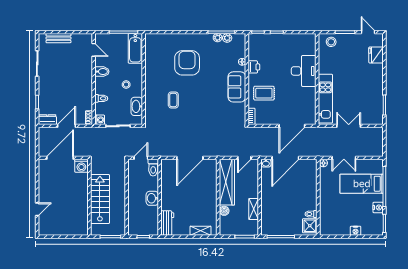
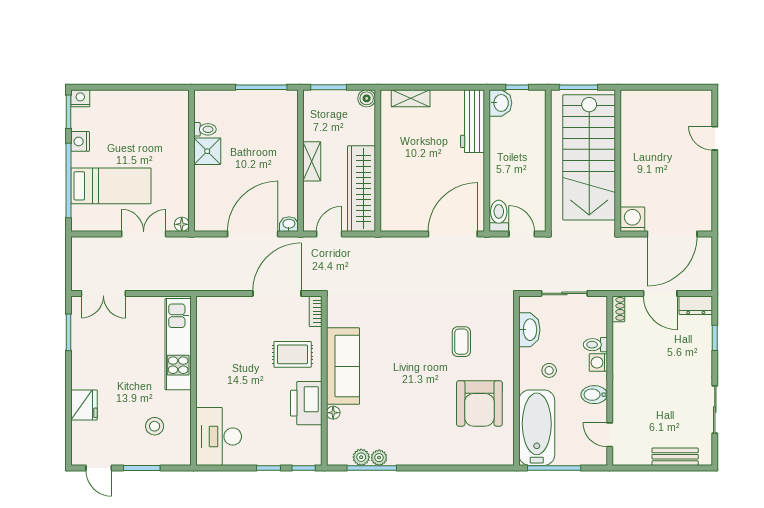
stool: (331, 42) -> (155, 426), moved
bathtub: (135, 48) -> (537, 428), width x1.36, depth x1.36
fridge: (376, 55) -> (84, 405), moved
armchair: (187, 63) -> (479, 403), moved
printer: (254, 67) -> (306, 403), width x1.87, depth x1.48
desk: (304, 71) -> (219, 436), moved
sofa: (237, 87) -> (343, 366), width x1.36
washing machine: (100, 120) -> (598, 363), moved
door: (66, 126) -> (660, 293), hinge flipped
door: (292, 126) -> (277, 293), moved
double door: (349, 126) -> (103, 293), moved
door: (141, 158) -> (522, 234), swing flipped
door: (190, 158) -> (453, 234), moved
washbasin: (152, 198) -> (500, 103), moved
stairs: (100, 199) -> (589, 157), width x1.36, depth x1.51
door: (37, 209) -> (715, 138), hinge flipped
shelving: (254, 209) -> (312, 161), moved
boiler: (224, 211) -> (367, 98), moved
workbench: (167, 223) -> (473, 121), width x1.38
shower: (310, 226) -> (207, 151), moved
nightstand: (356, 231) -> (80, 98), moved

